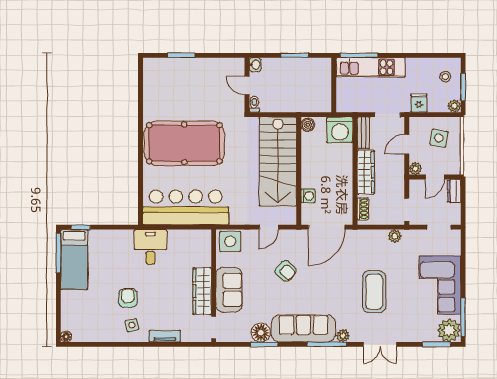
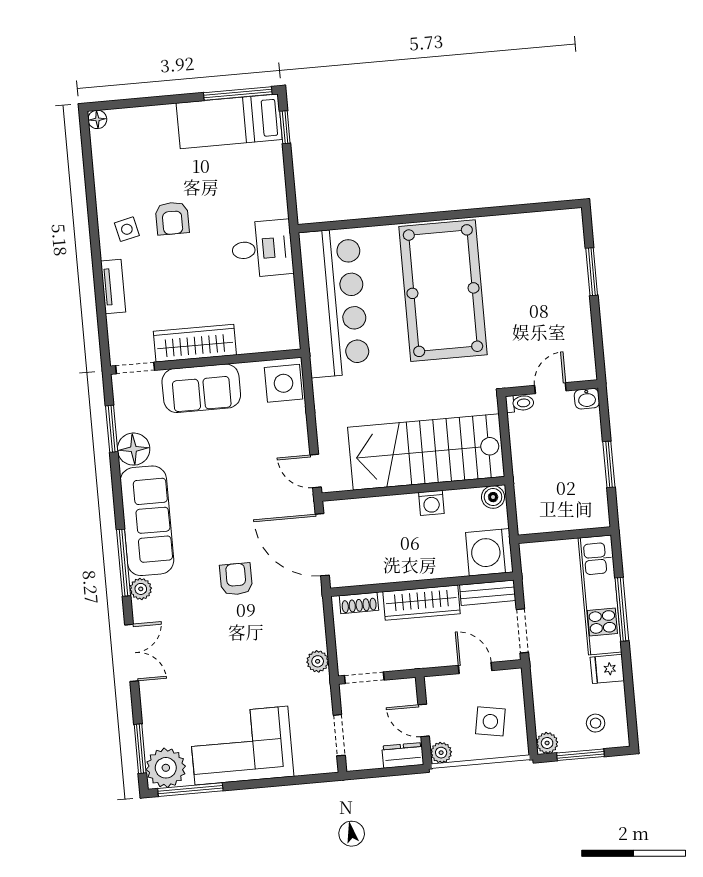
window: (359, 55) -> (622, 609), moved
fridge: (419, 103) -> (607, 669), moved, turned 180
plant: (415, 169) -> (441, 753), moved
washing machine: (308, 196) -> (431, 503), moved
door: (269, 227) -> (316, 471), moved
armchair: (286, 271) -> (236, 579), moved, turned 139
coffee table: (374, 292) -> (220, 635), removed
armchair: (128, 298) -> (172, 218), turned 90
window: (264, 344) -> (112, 429), moved
double door: (380, 344) -> (132, 653), swing flipped

